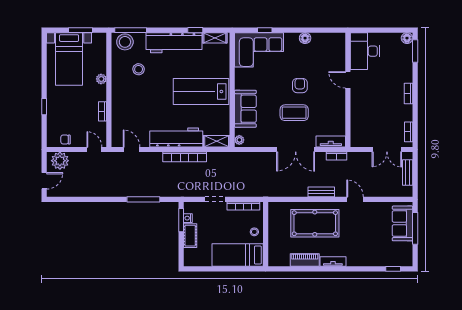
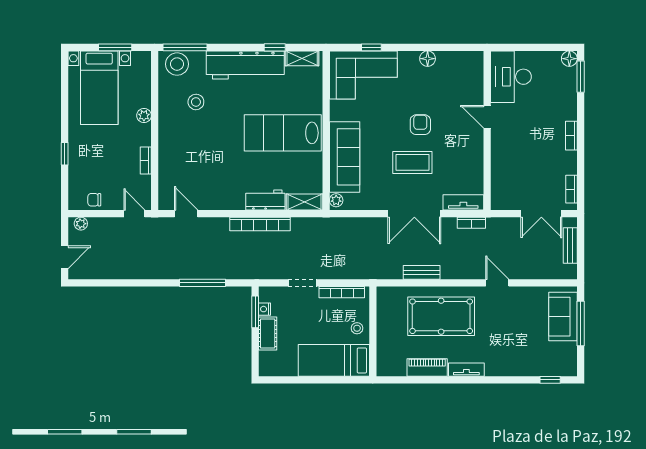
sofa: (245, 109) -> (345, 157), width x1.36
workbench: (176, 137) -> (265, 200), width x0.53, depth x0.76
plant: (60, 161) -> (81, 224), width x0.53, depth x0.53
bench: (321, 192) -> (422, 272), moved

